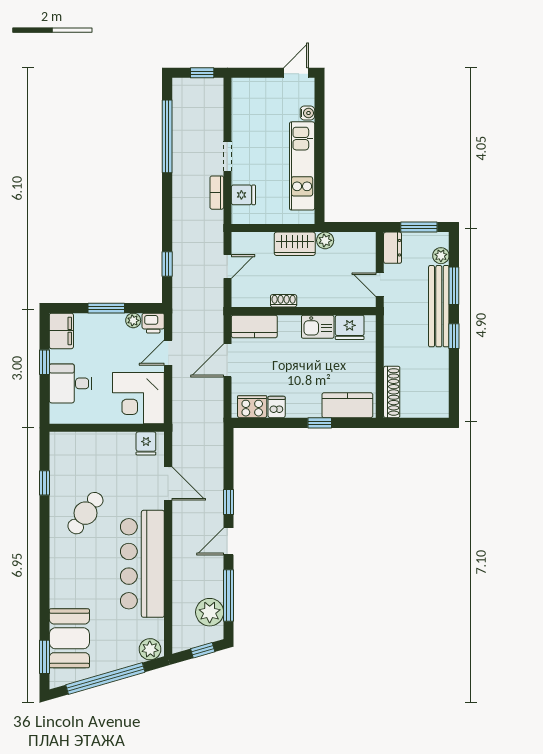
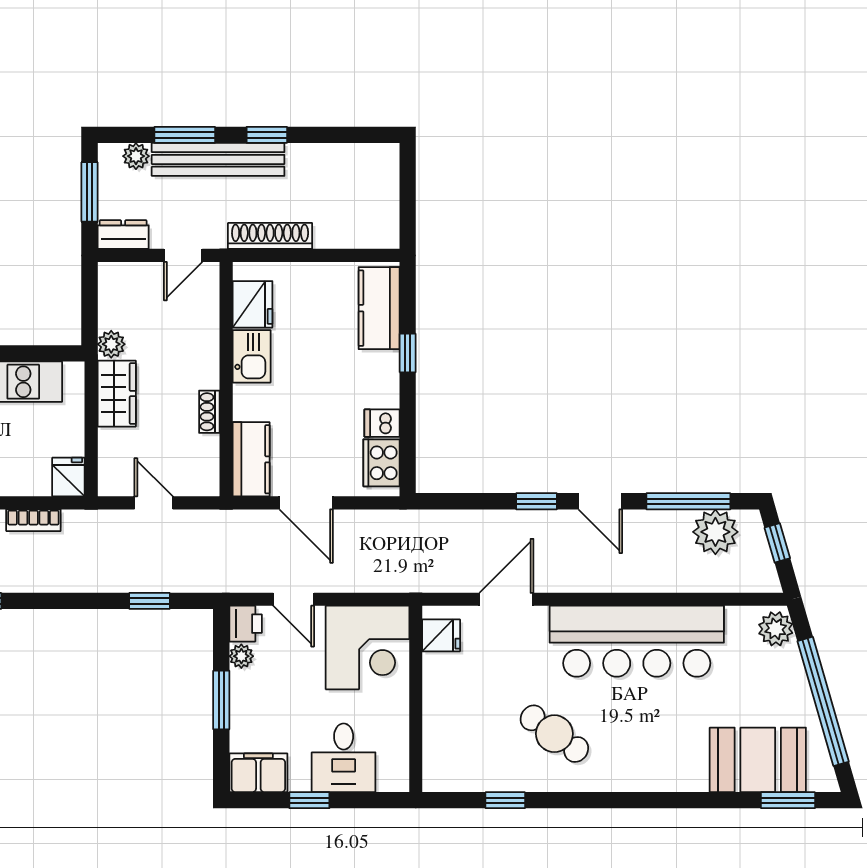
fridge: (243, 195) -> (68, 477), moved
shoe rack: (392, 392) -> (270, 236), moved

